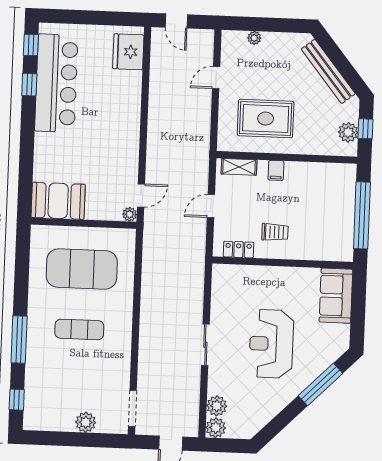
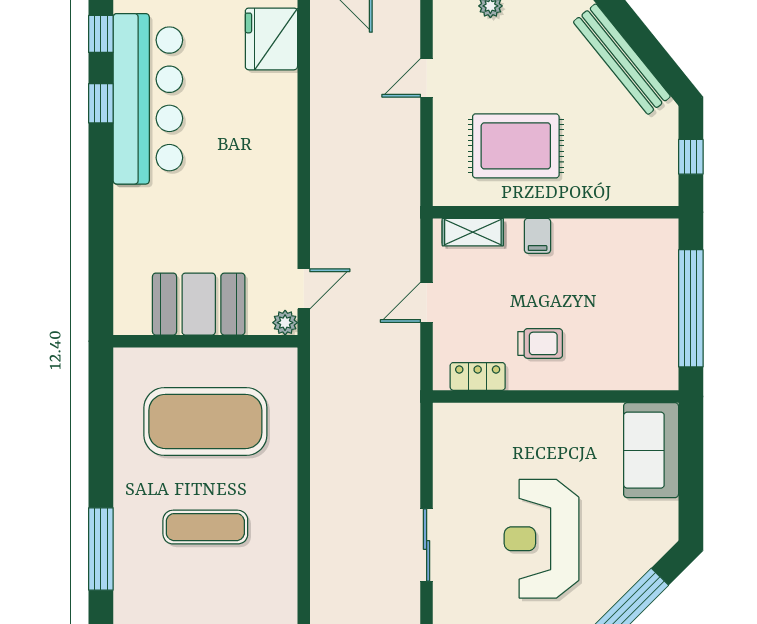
plant: (348, 132) -> (661, 164), removed
booth: (58, 201) -> (199, 304), moved

